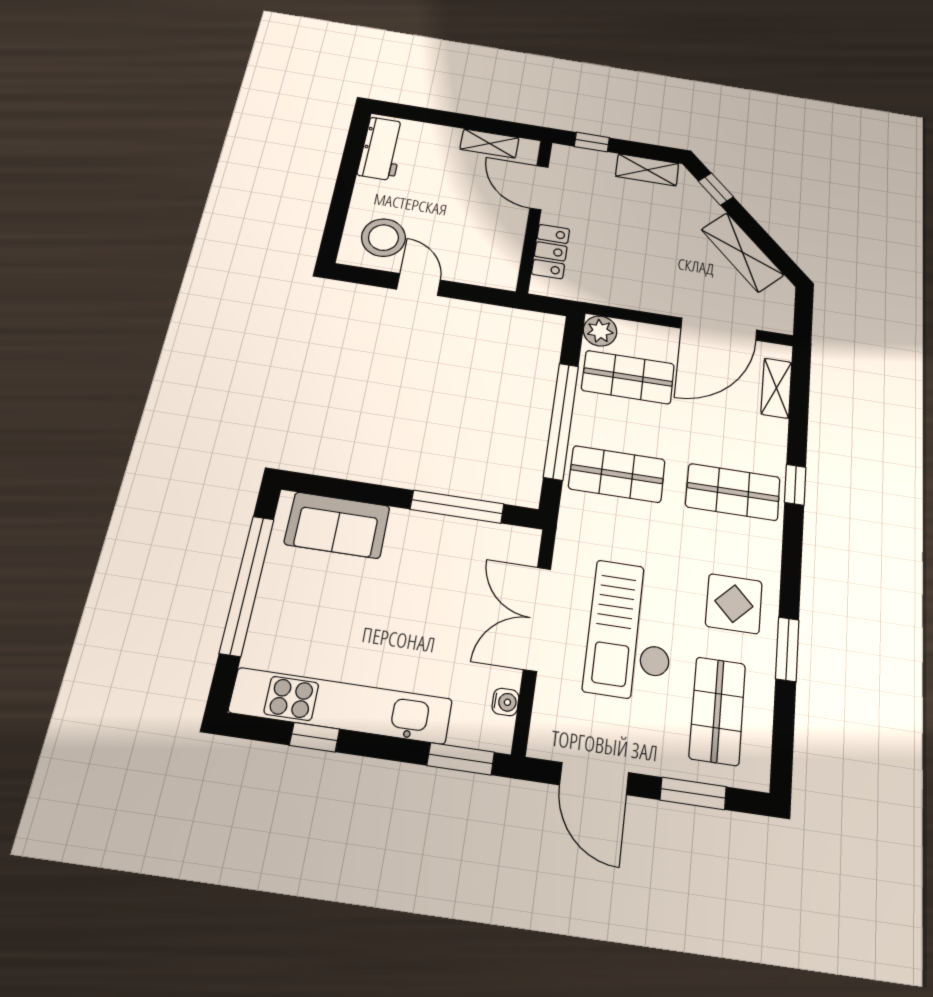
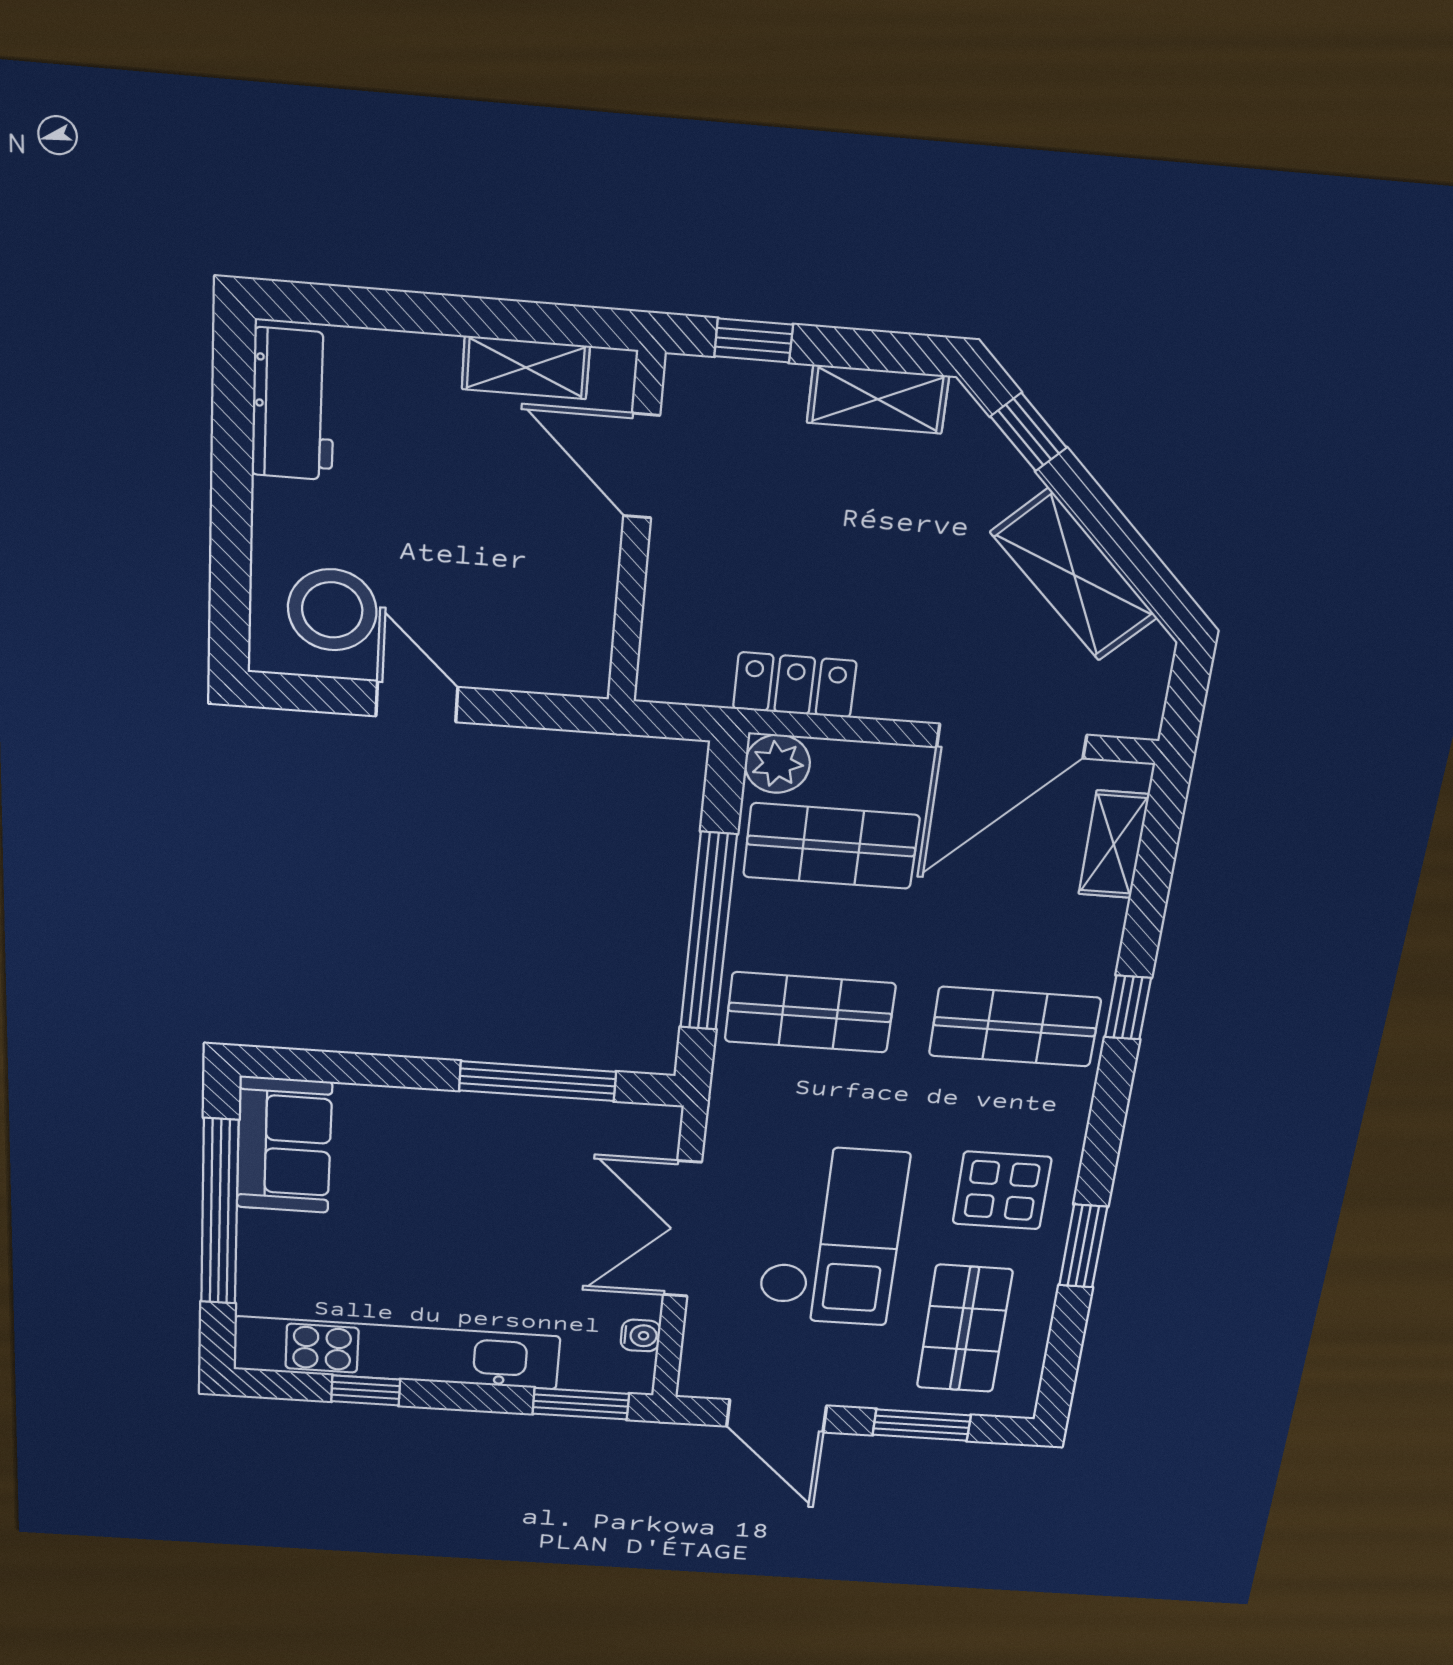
locker: (551, 251) -> (795, 685), moved, turned -90
sofa: (337, 525) -> (284, 1145), moved, turned -90
checkout: (631, 631) -> (832, 1236), turned 180

